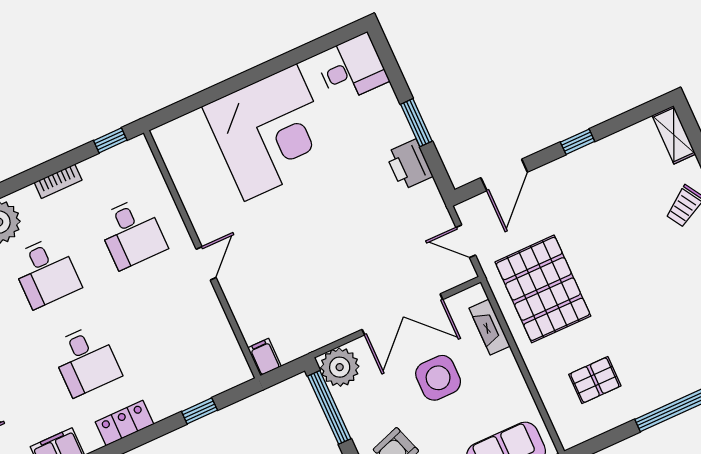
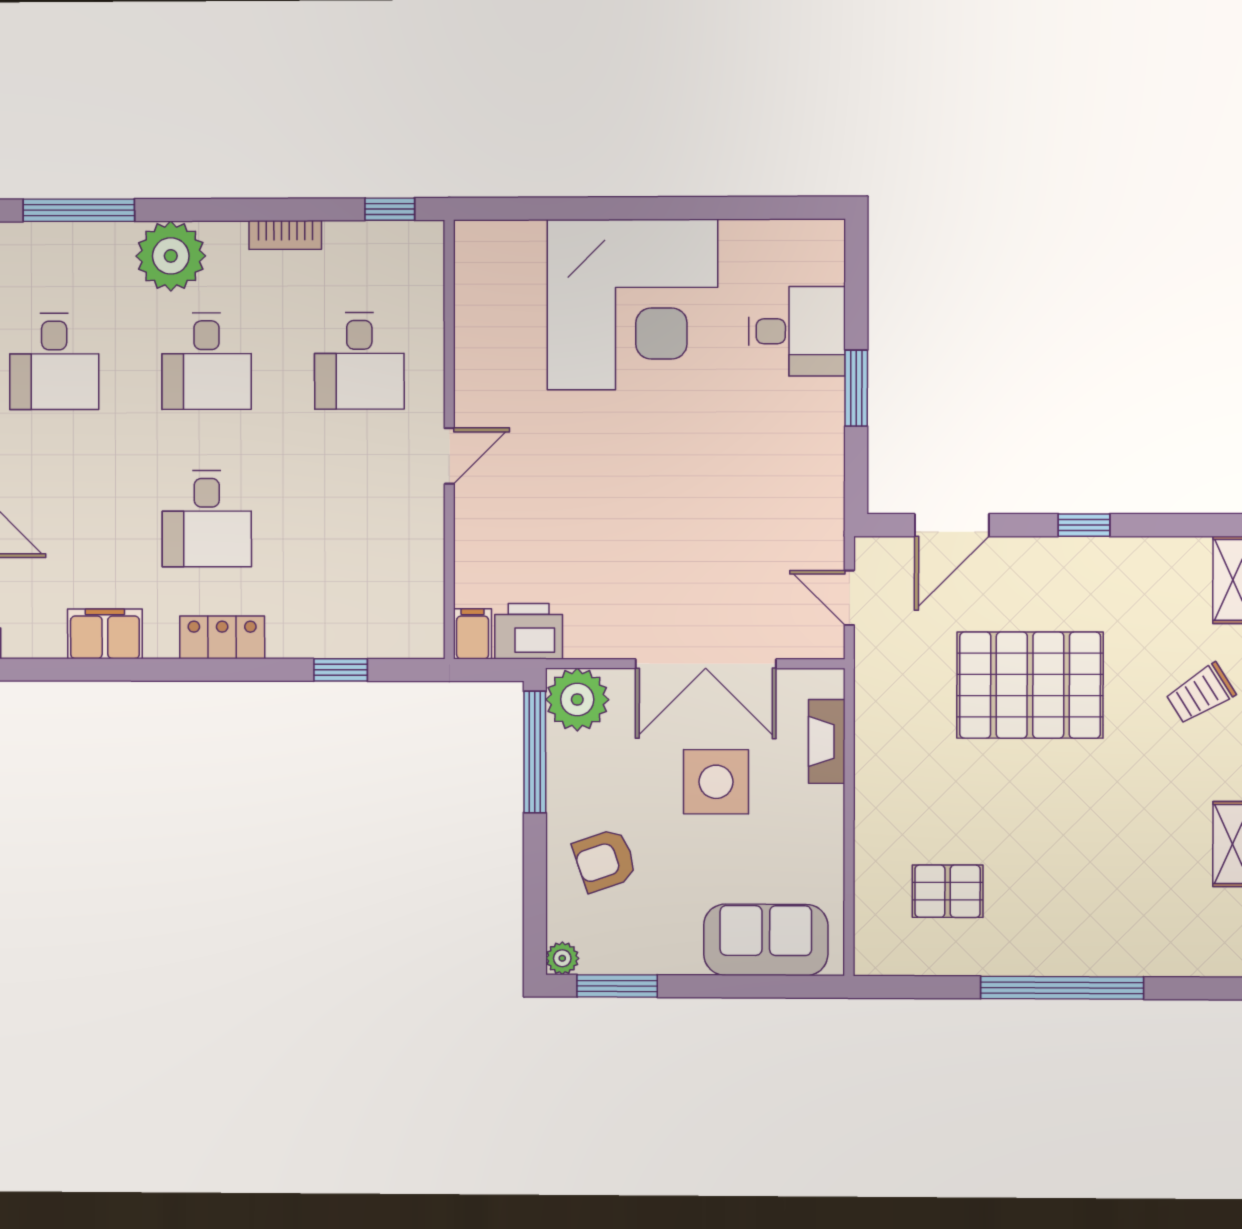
desk: (352, 68) -> (797, 331), moved
printer: (409, 165) -> (529, 631), moved, turned 90
pallet: (543, 289) -> (1030, 685), moved, turned 90

